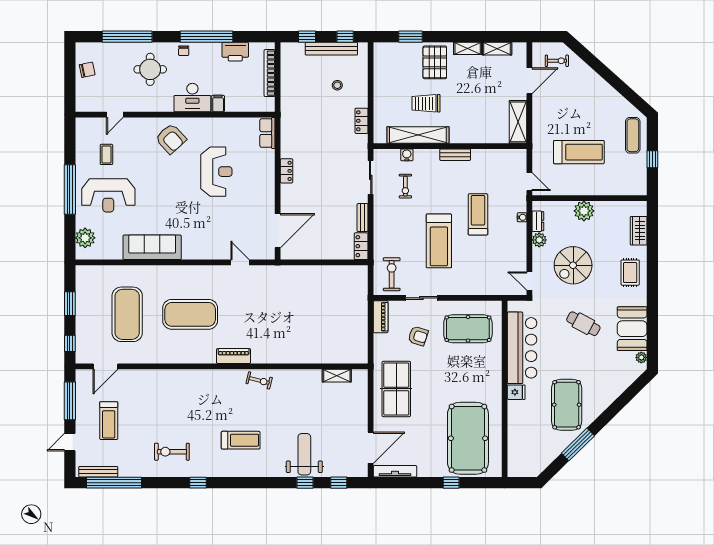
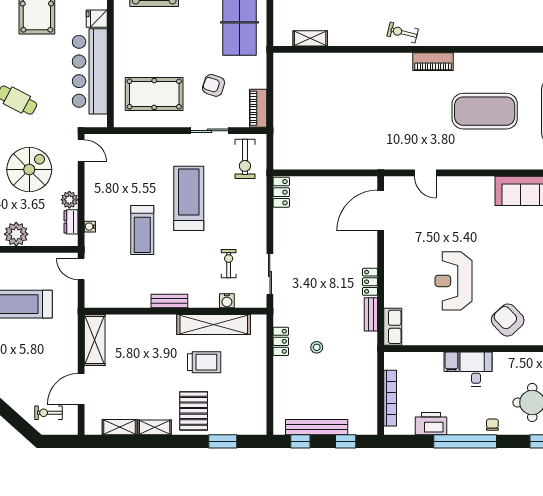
stool: (337, 85) -> (317, 347), moved
desk: (192, 98) -> (476, 369), width x0.73
bench: (363, 218) -> (371, 314), moved

